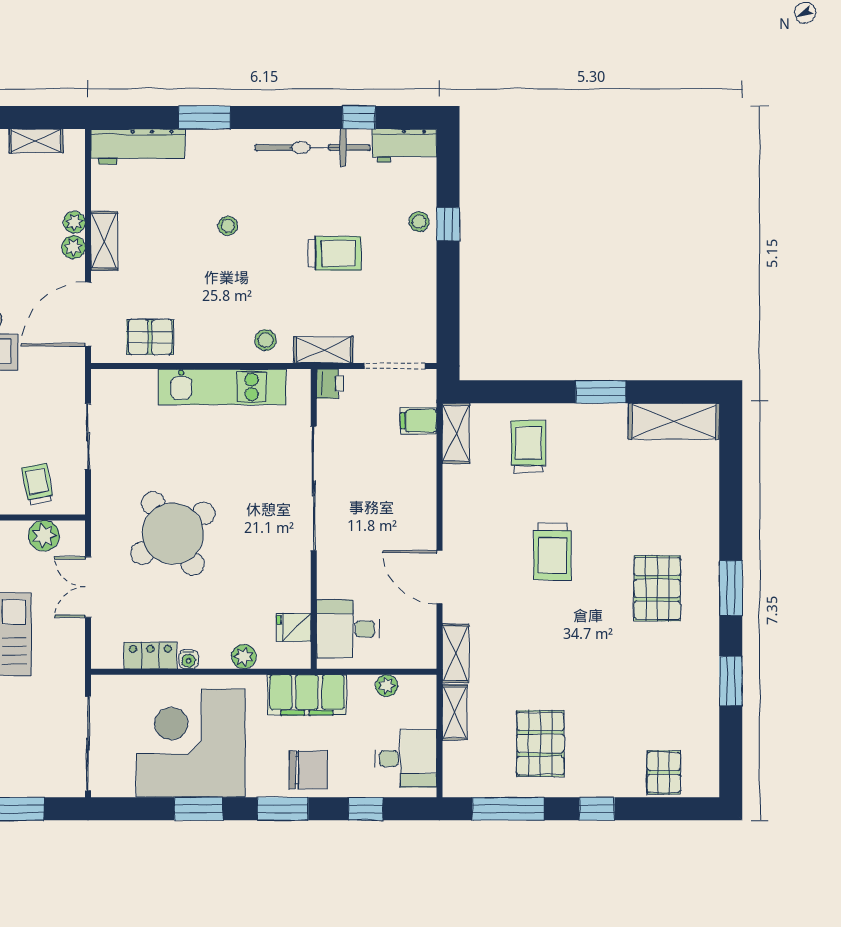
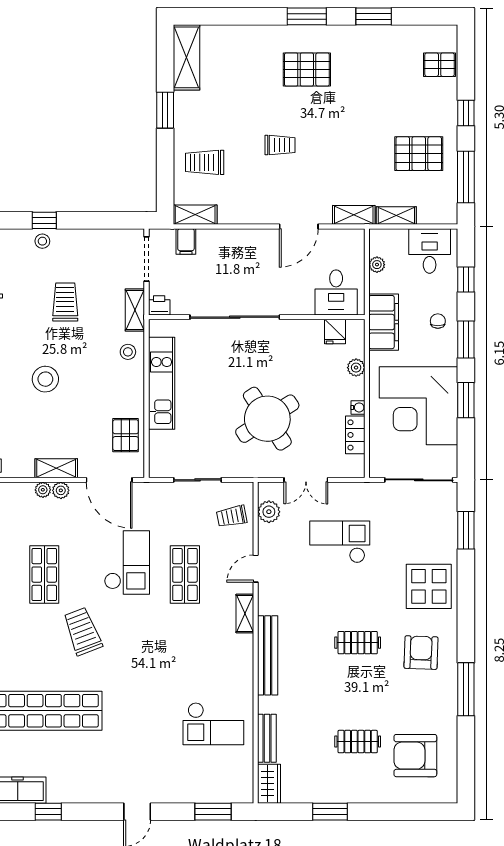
stool: (228, 226) -> (45, 379), width x1.89, depth x1.89
trolley: (552, 551) -> (280, 145), width x0.73, depth x0.72
chair: (308, 770) -> (438, 321), width x0.54, depth x0.54

